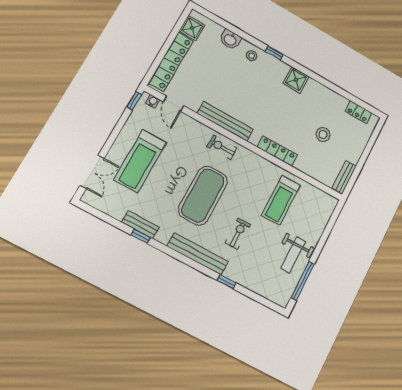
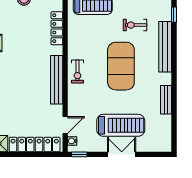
double door: (92, 172) -> (122, 154), moved
exercise mat: (203, 195) -> (121, 66), turned 90
window: (141, 236) -> (174, 95), removed

